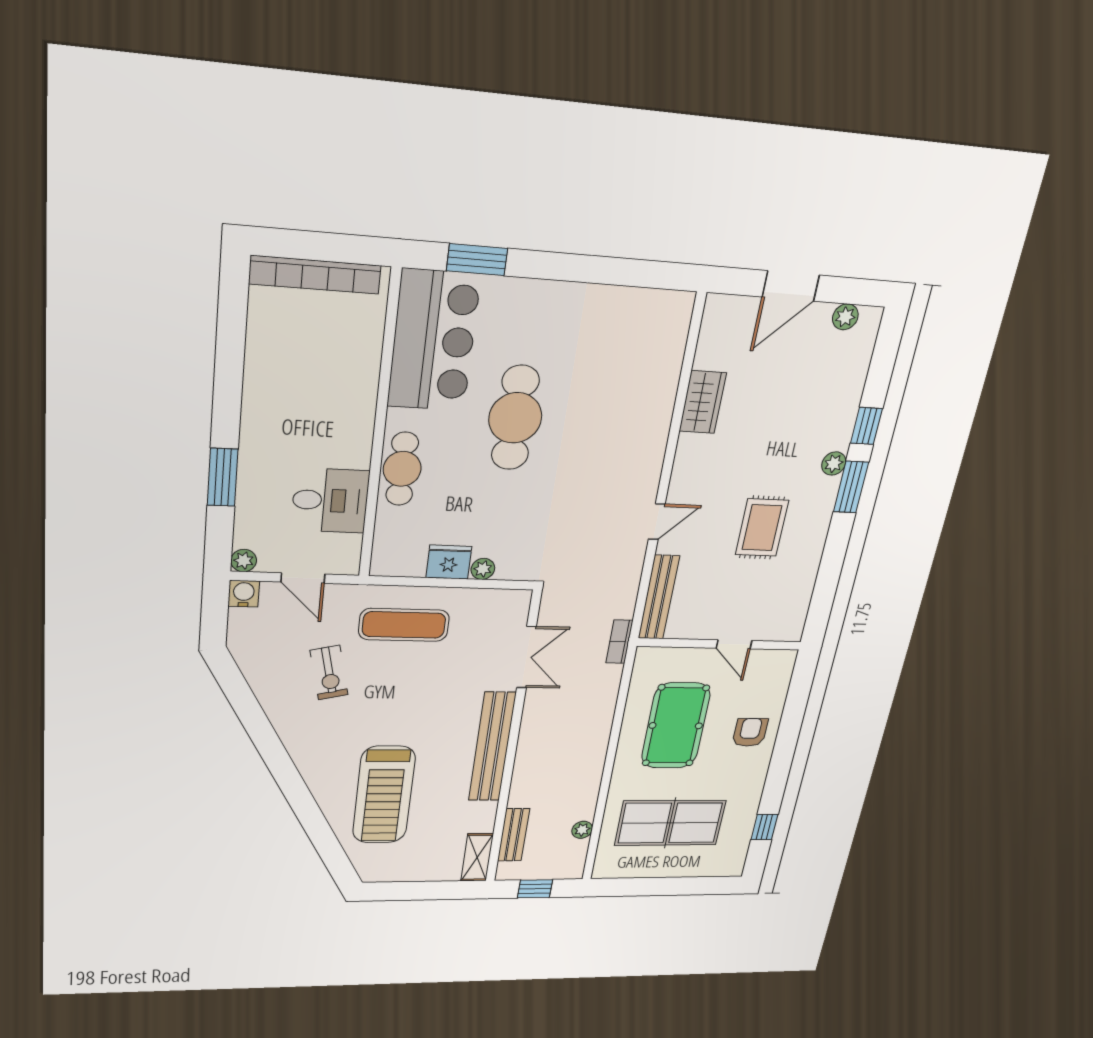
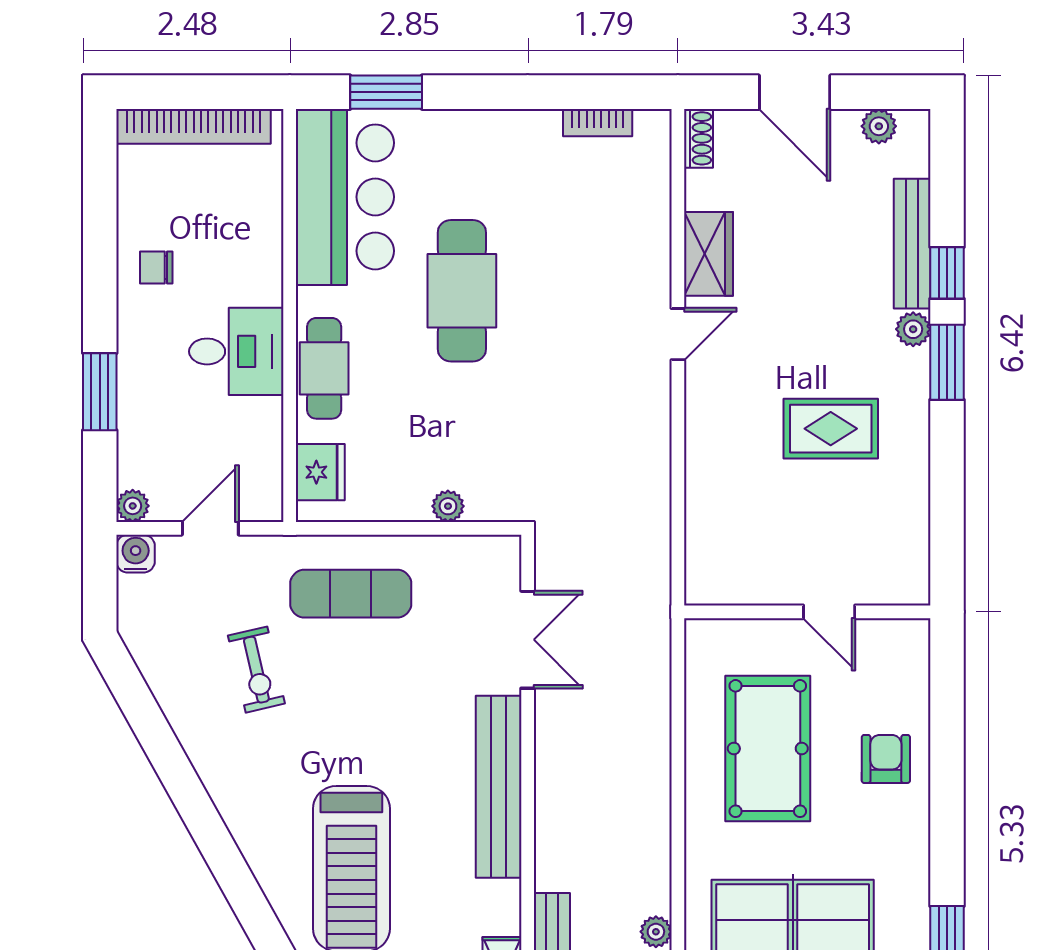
door: (791, 286) -> (795, 92), hinge flipped
shoe rack: (713, 316) -> (698, 138), added
chair: (275, 386) -> (156, 267), added
desk: (330, 501) -> (236, 351), moved
door: (657, 522) -> (678, 334), moved
rug: (762, 528) -> (831, 429), turned 90
fridge: (449, 562) -> (320, 472), moved, turned 90
door: (303, 578) -> (210, 528), swing flipped
bench: (659, 597) -> (912, 244), moved
bookcase: (619, 642) -> (598, 123), moved, turned -90

